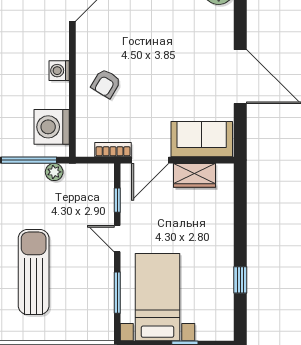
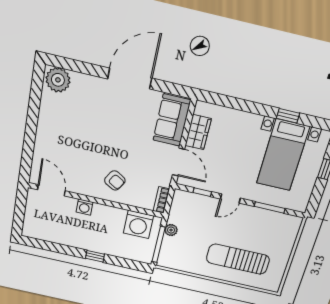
washing machine: (59, 71) -> (84, 207), moved
bookcase: (113, 150) -> (161, 200), moved
bed with nightstands: (158, 297) -> (283, 155), moved, turned -90

